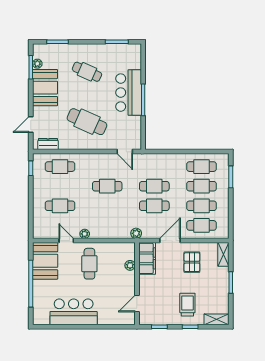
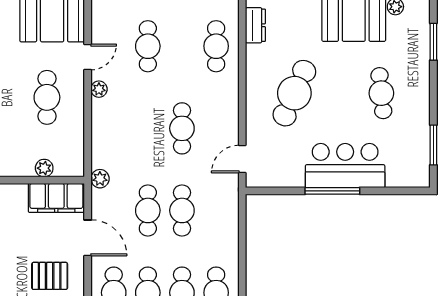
cafe table: (87, 72) -> (381, 93), turned -30
cafe table: (89, 264) -> (47, 97), turned 90

